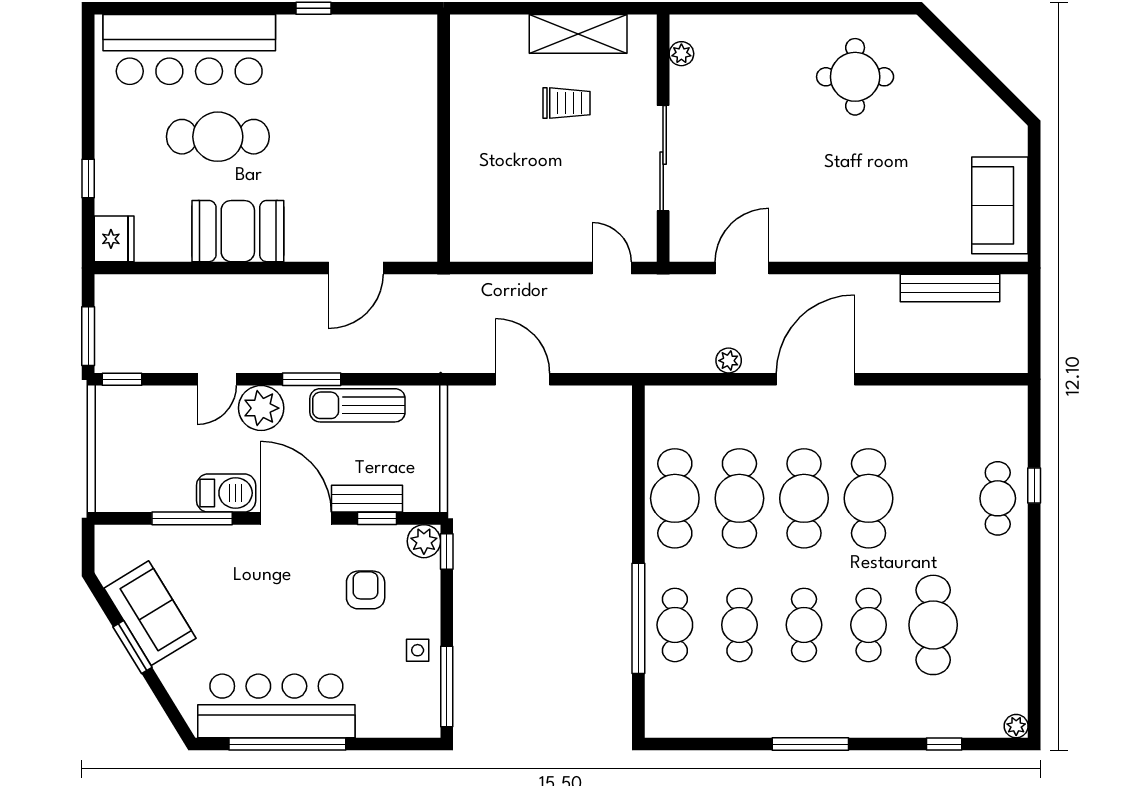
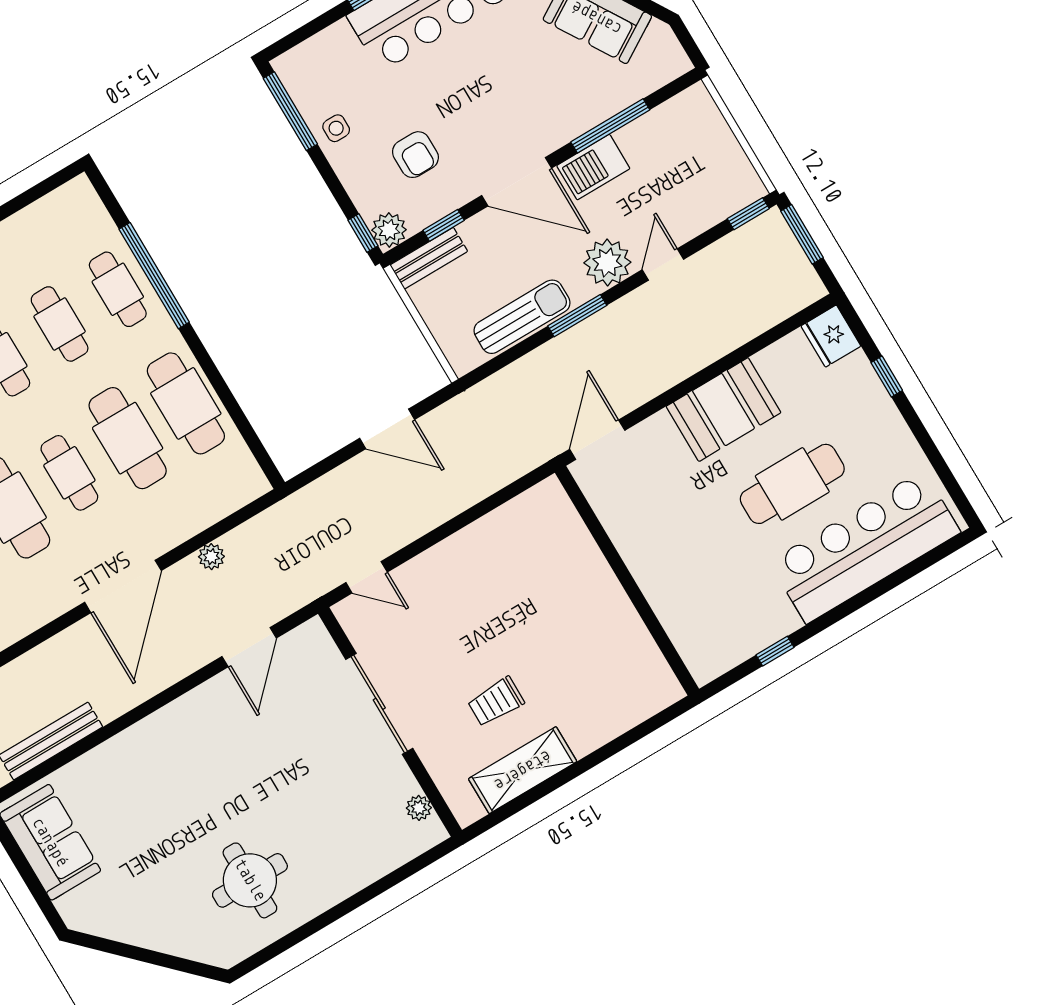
wall: (444, 138) -> (627, 581), moved
cafe table: (804, 498) -> (69, 473), width x0.73, depth x0.74
bench: (367, 499) -> (429, 258), moved

